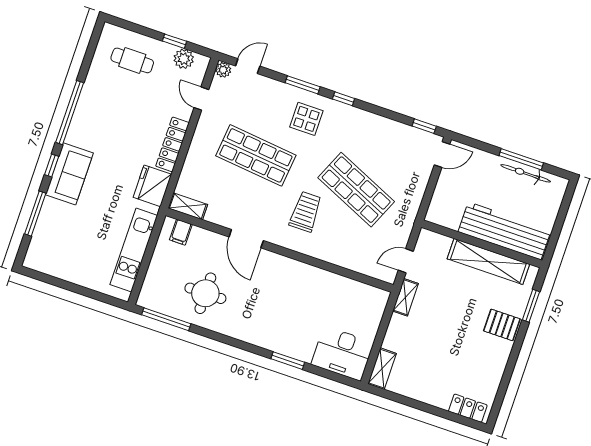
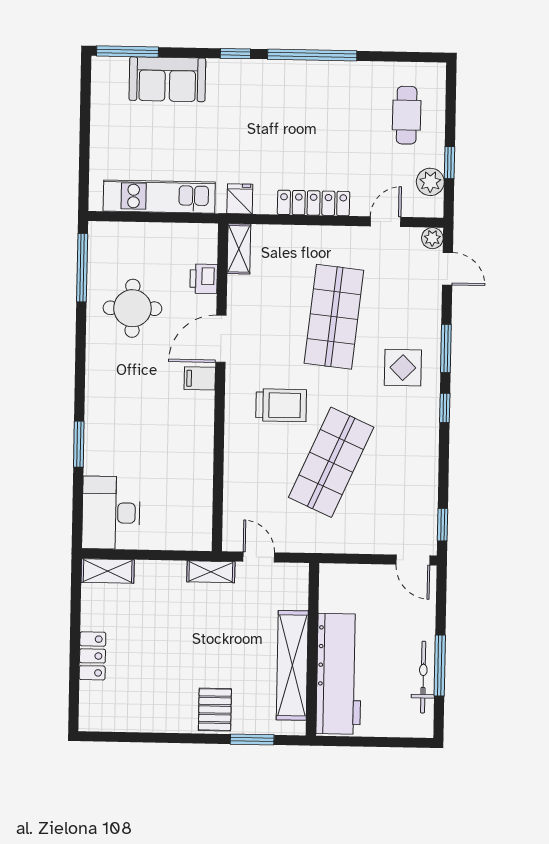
sofa: (69, 174) -> (167, 79), moved
fridge: (152, 186) -> (240, 199), width x0.53, depth x0.75
window: (35, 214) -> (127, 51), moved
filing cabinet: (181, 232) -> (200, 378), moved
printer: (201, 237) -> (204, 279), added
locker: (468, 408) -> (92, 656), moved

